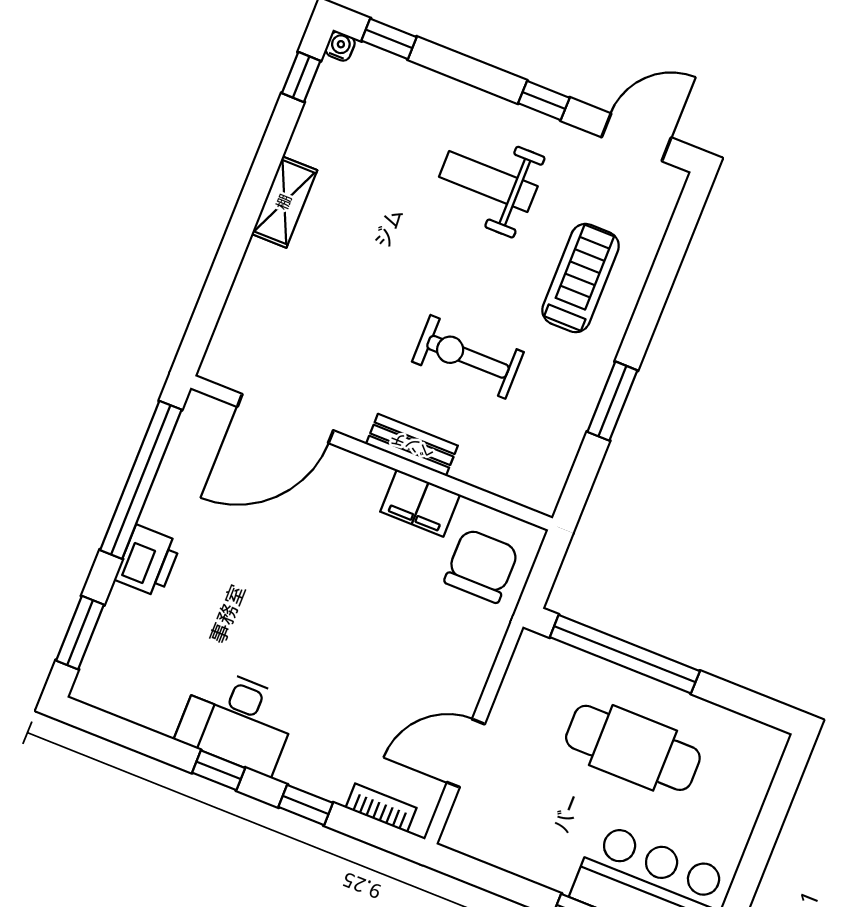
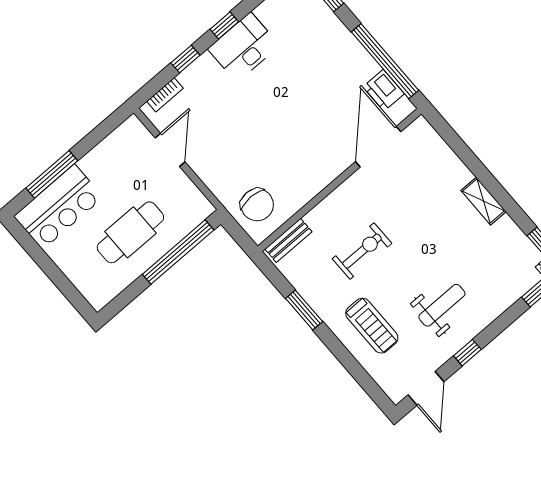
bench: (412, 445) -> (288, 240), moved
filing cabinet: (420, 503) -> (303, 191), removed
printer: (148, 561) -> (384, 90), moved

